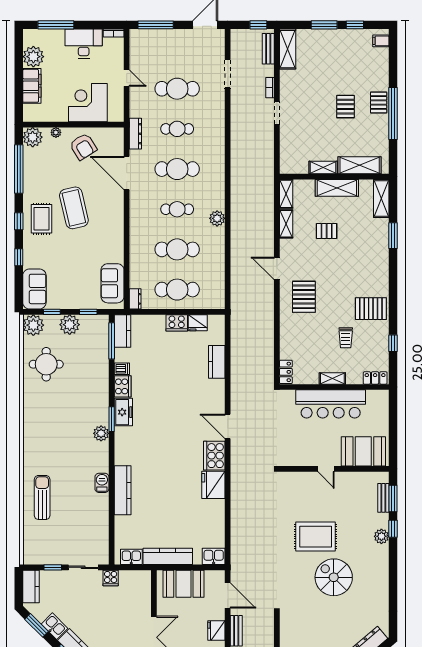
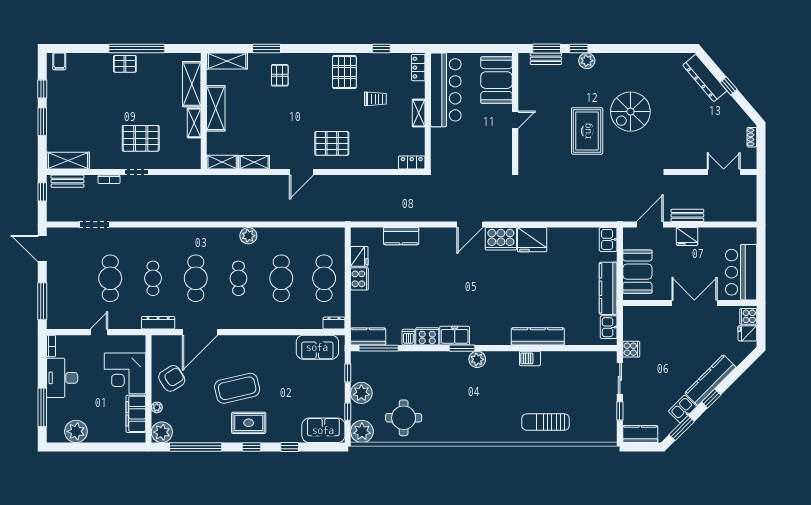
filing cabinet: (32, 86) -> (136, 414), moved, turned -90
pallet: (346, 107) -> (141, 138), moved, width x1.50, depth x1.42
pallet: (327, 231) -> (280, 75), moved
bar counter: (331, 404) -> (446, 90), moved

